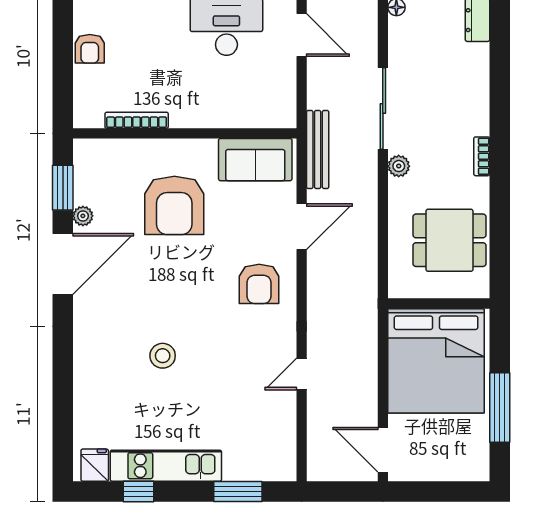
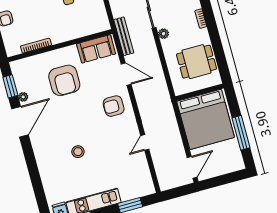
door: (302, 227) -> (126, 74), hinge flipped
armchair: (259, 284) -> (114, 106), turned 90
door: (383, 450) -> (192, 167), swing flipped

